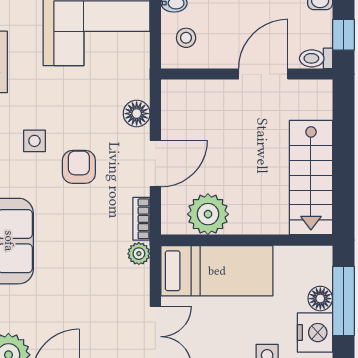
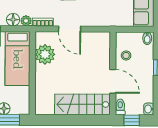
stool: (186, 38) -> (126, 56), moved
floor lamp: (137, 114) -> (13, 20), moved
stairs: (311, 178) -> (82, 104), moved

